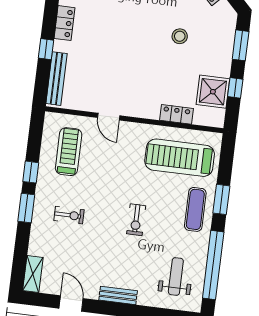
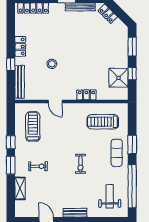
stool: (180, 36) -> (52, 64), moved
locker: (176, 114) -> (86, 95), moved
treadmill: (180, 158) -> (103, 122), width x0.73, depth x0.73
shelving: (33, 274) -> (20, 188), moved

